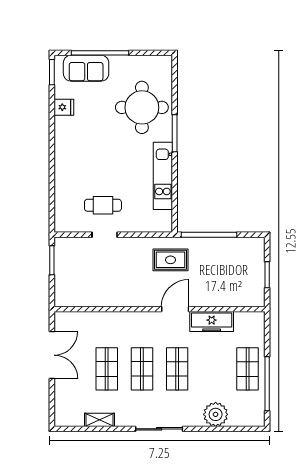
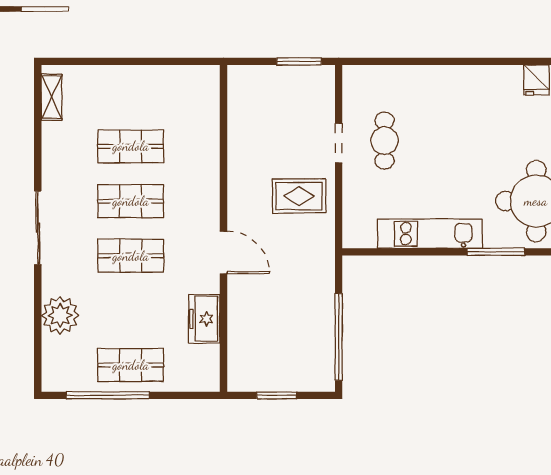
window: (209, 235) -> (339, 337), moved
rug: (170, 260) -> (299, 196), moved, turned 90
freezer: (212, 321) -> (204, 319), width x0.71
double door: (52, 355) -> (152, 61), removed
shelving: (100, 420) -> (52, 97), moved

